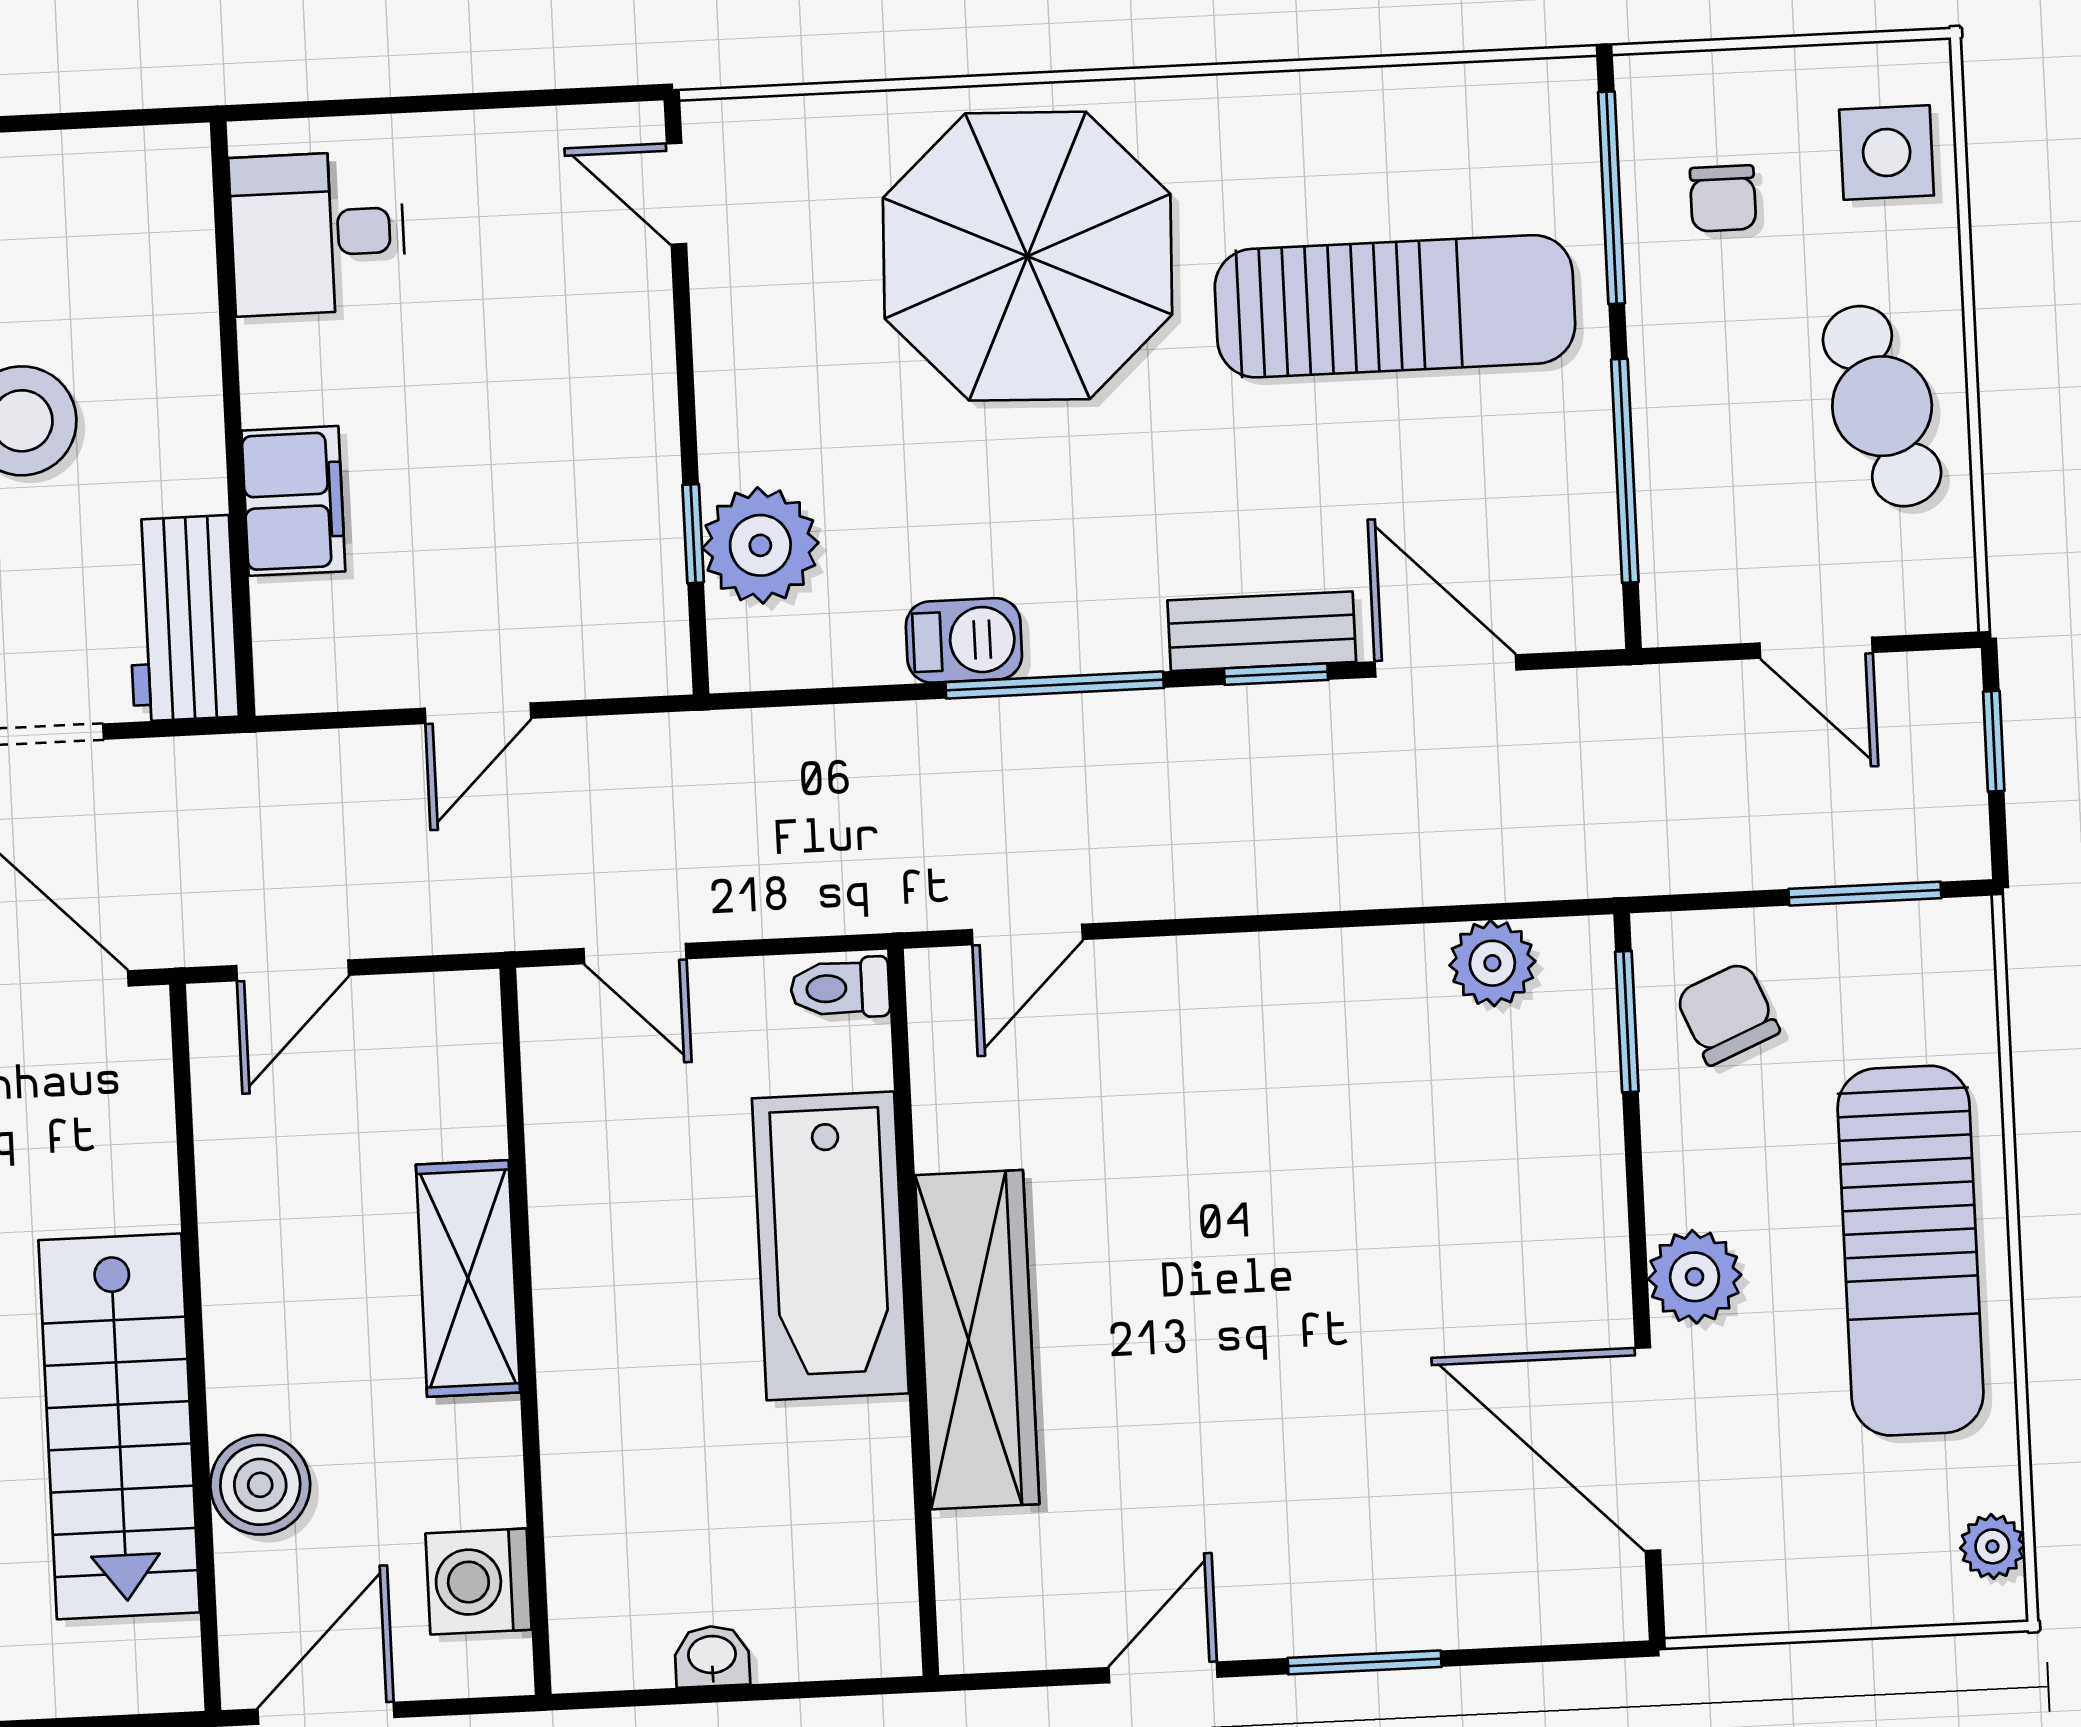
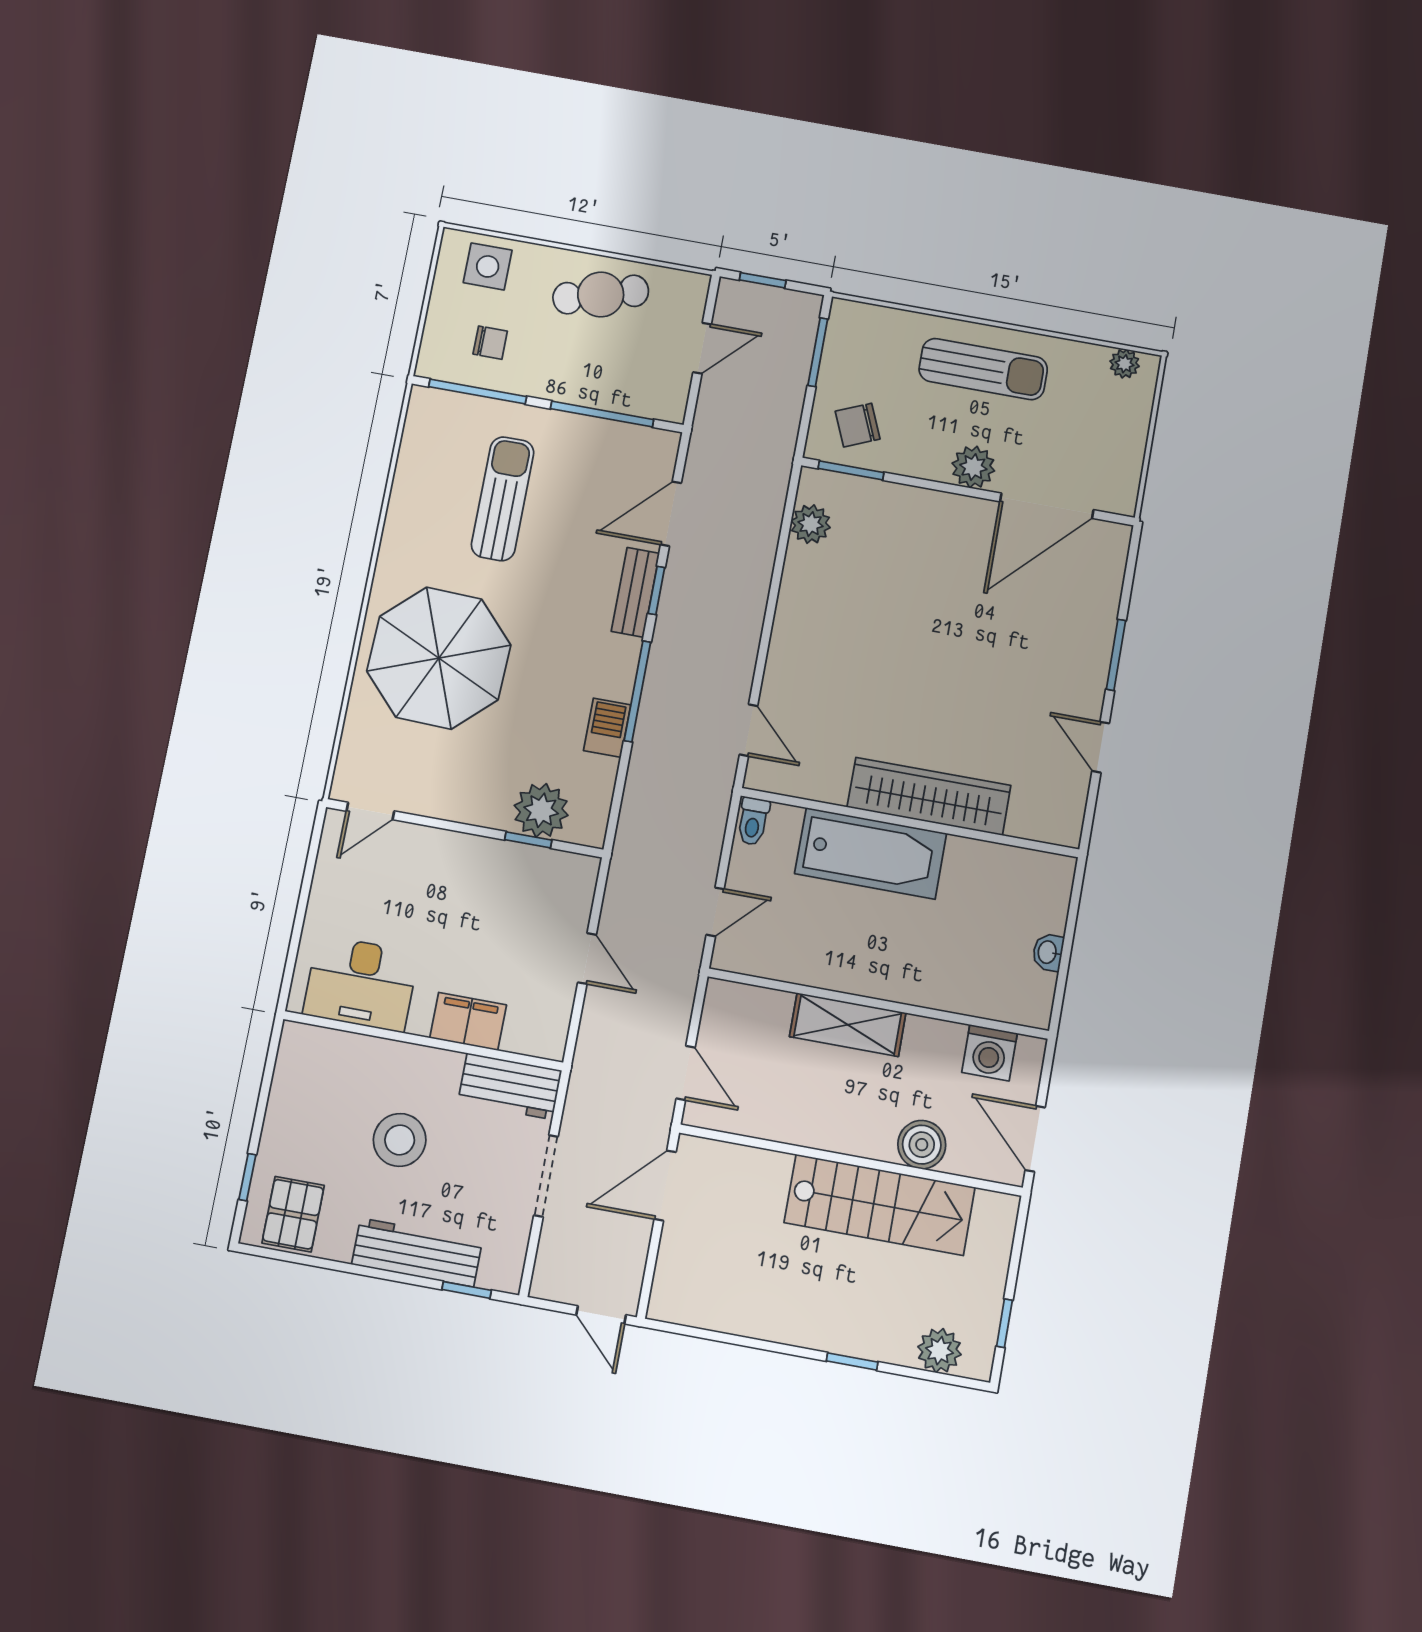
desk: (318, 233) -> (361, 983), width x1.37
sun lounger: (1395, 306) -> (503, 499), width x0.73, depth x0.75
sun lounger: (1911, 1251) -> (983, 369), width x0.73, depth x0.75

